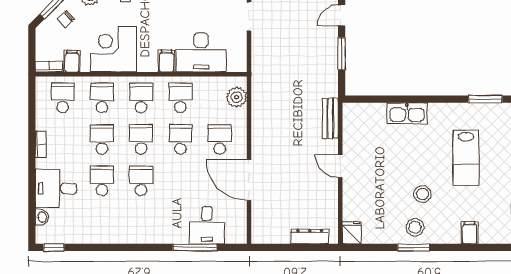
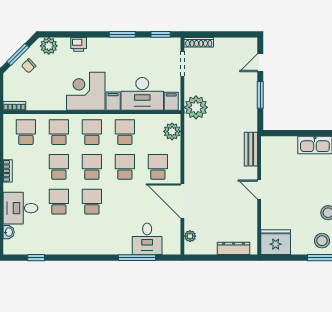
corner desk: (114, 49) -> (86, 91), moved
filing cabinet: (72, 61) -> (171, 101), moved
plant: (265, 69) -> (196, 107), added
plant: (258, 222) -> (190, 236), added
fridge: (352, 233) -> (276, 242), width x1.88, depth x1.34
window: (54, 247) -> (36, 258), moved

